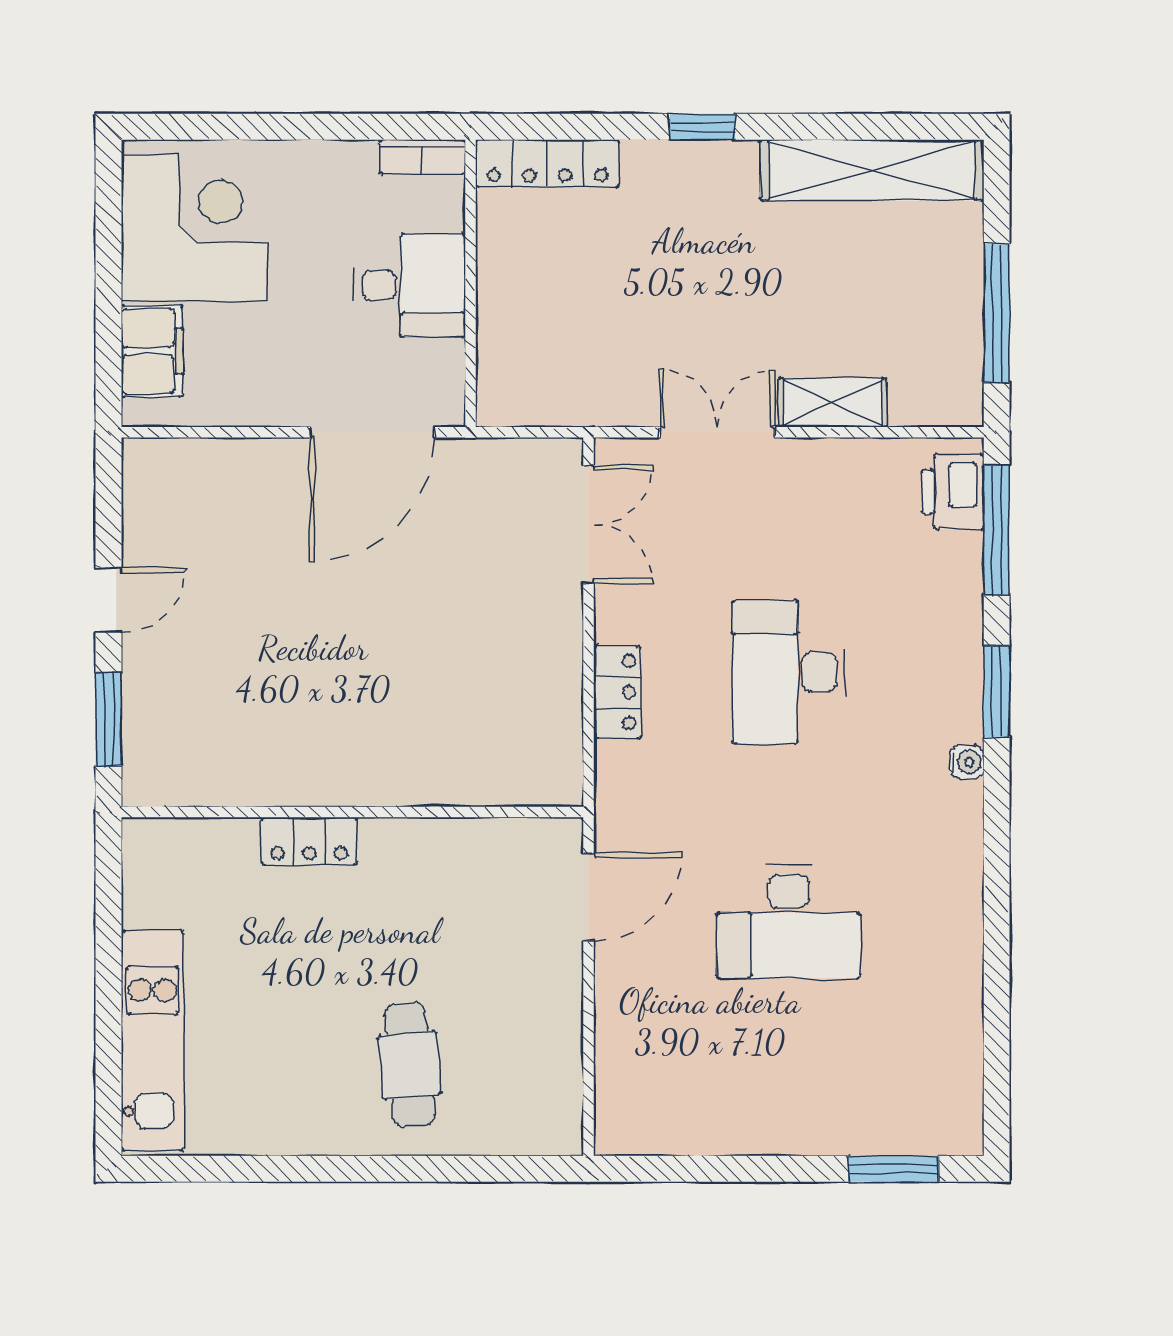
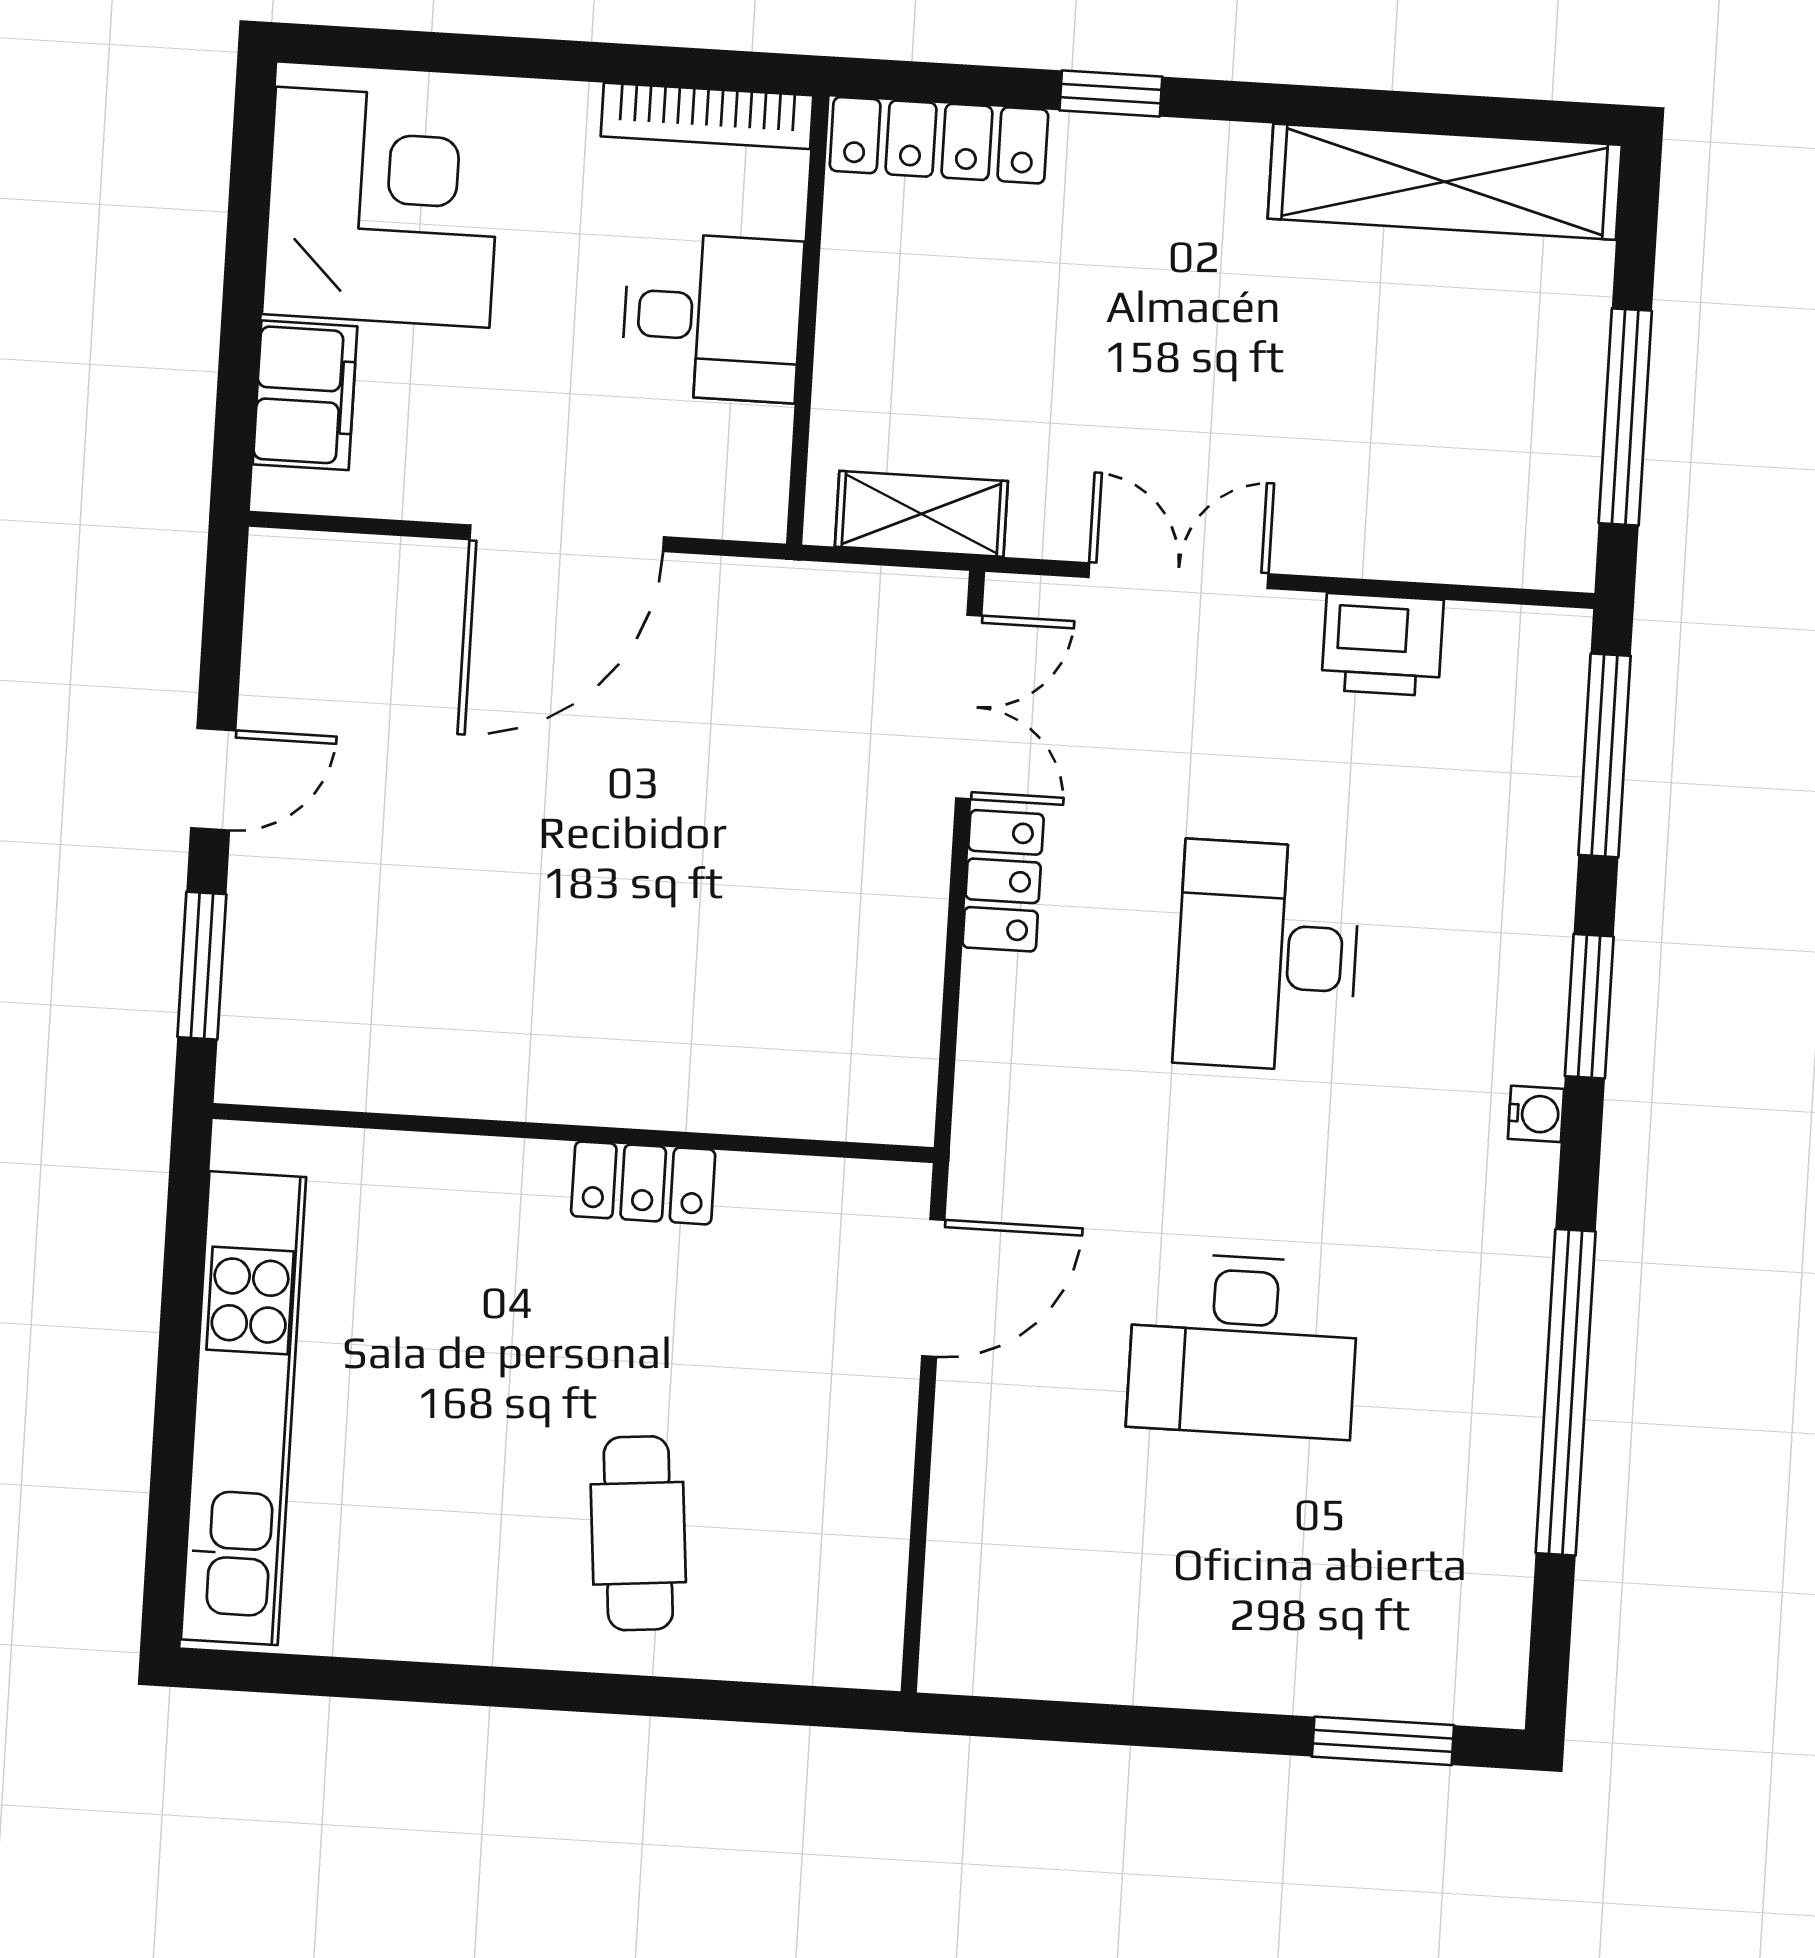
window: (702, 127) -> (1111, 94), moved
bookcase: (422, 157) -> (707, 116), width x1.56
shelving: (833, 403) -> (921, 514), moved
door: (372, 432) -> (567, 538), moved
printer: (953, 492) -> (1382, 645), moved, turned -90
locker: (617, 692) -> (1003, 881), moved
locker: (309, 841) -> (643, 1183), moved
window: (997, 939) -> (1566, 1392), added
kitchen unit: (152, 1041) -> (243, 1408), width x1.36

